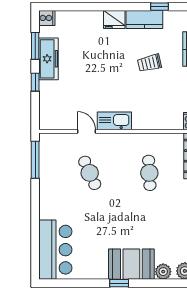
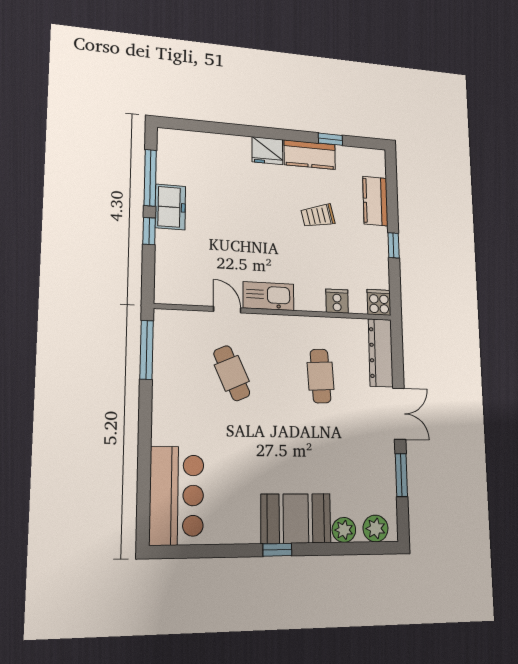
cooker: (47, 18) -> (337, 301), moved, turned -90
window: (35, 46) -> (150, 178), width x1.44
freezer: (48, 59) -> (170, 207), width x0.71

